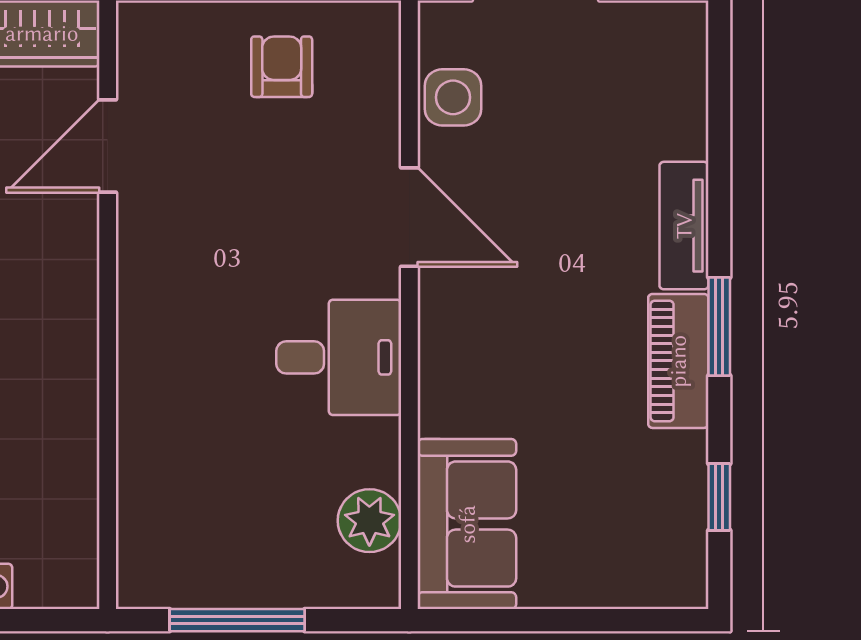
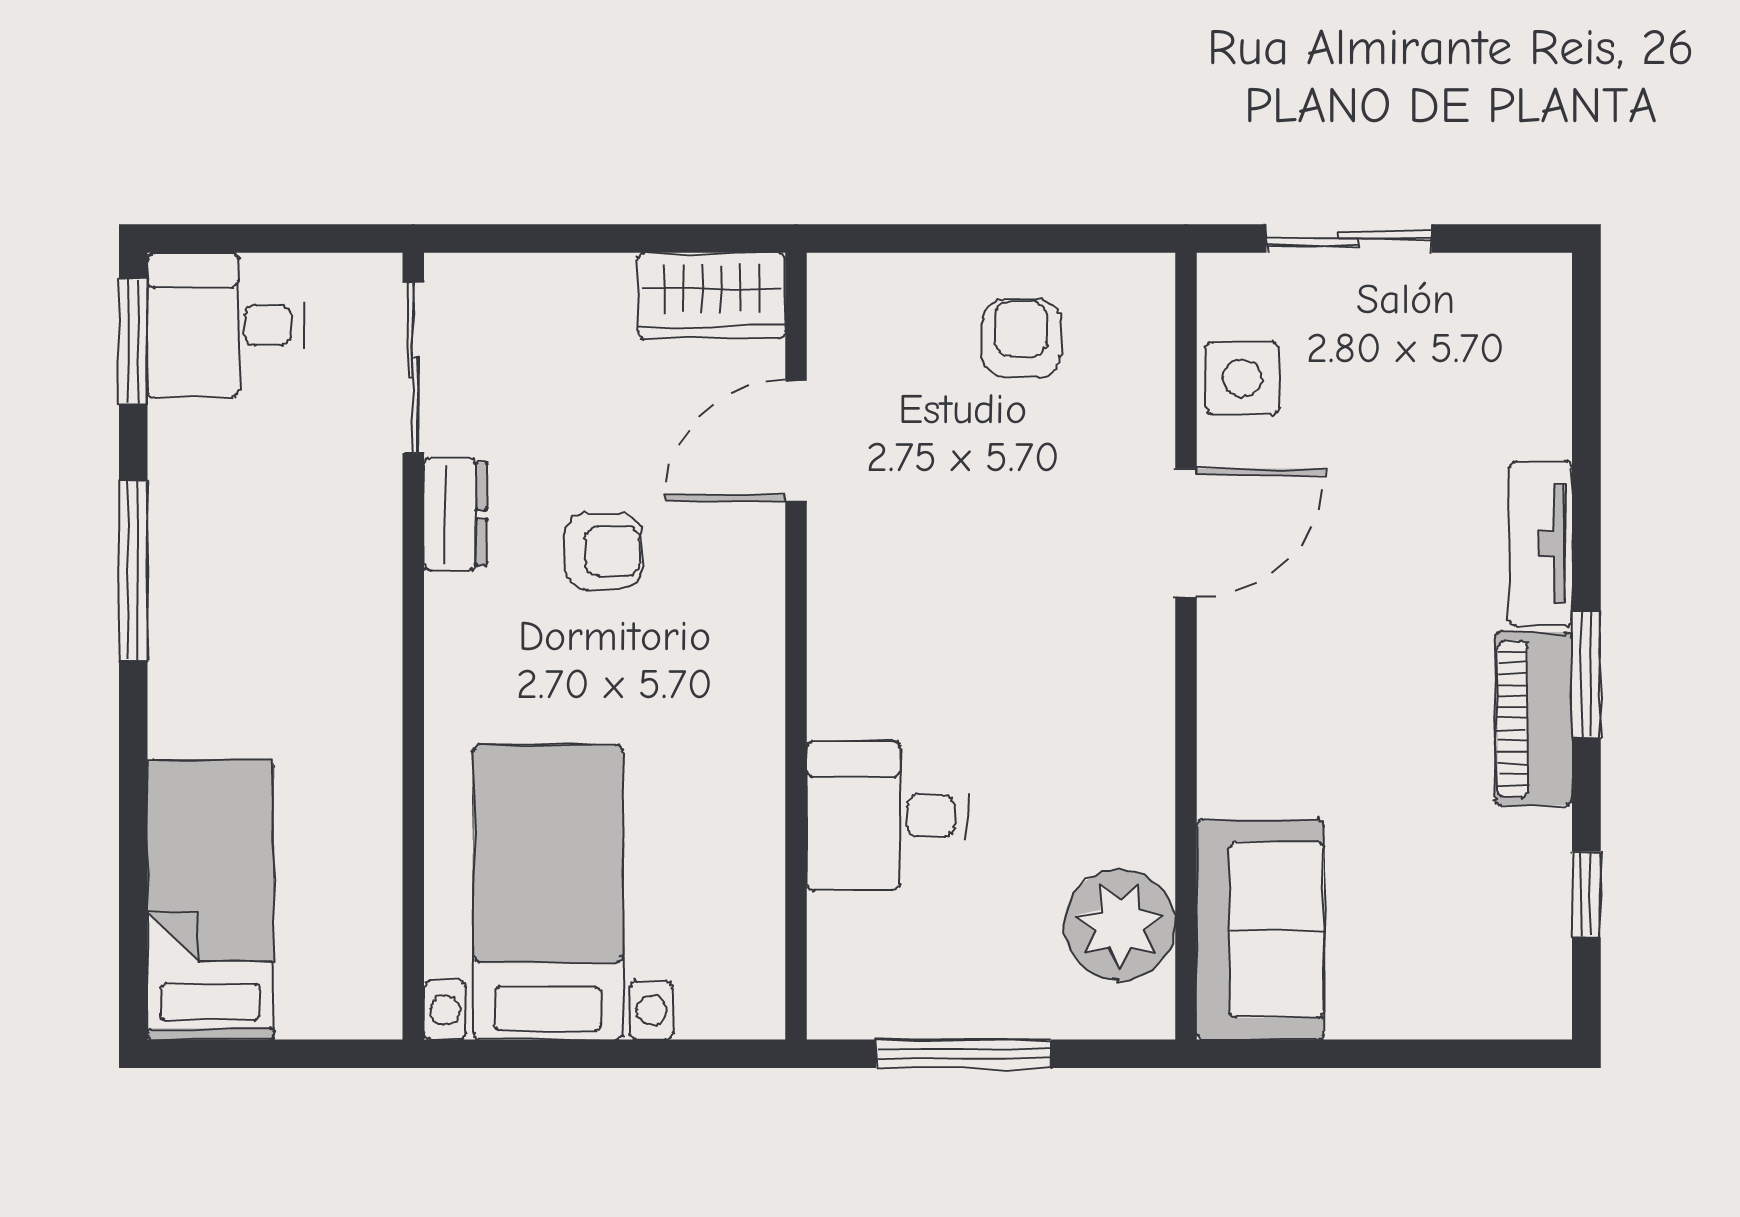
door: (409, 217) -> (1186, 533), hinge flipped
desk: (339, 357) -> (887, 816), moved, turned 180
plant: (369, 521) -> (1120, 925), width x1.36, depth x1.36

